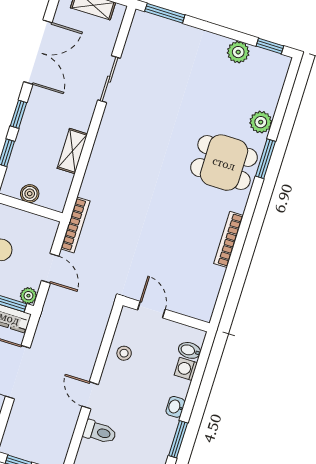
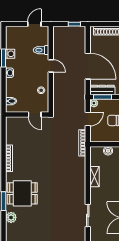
door: (50, 268) -> (88, 119), swing flipped
washing machine: (186, 369) -> (10, 54), moved

